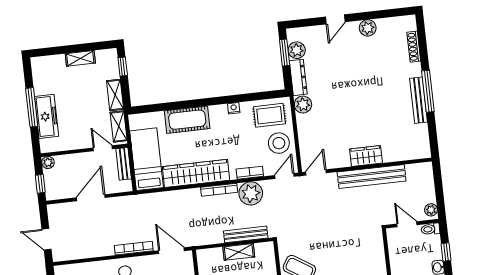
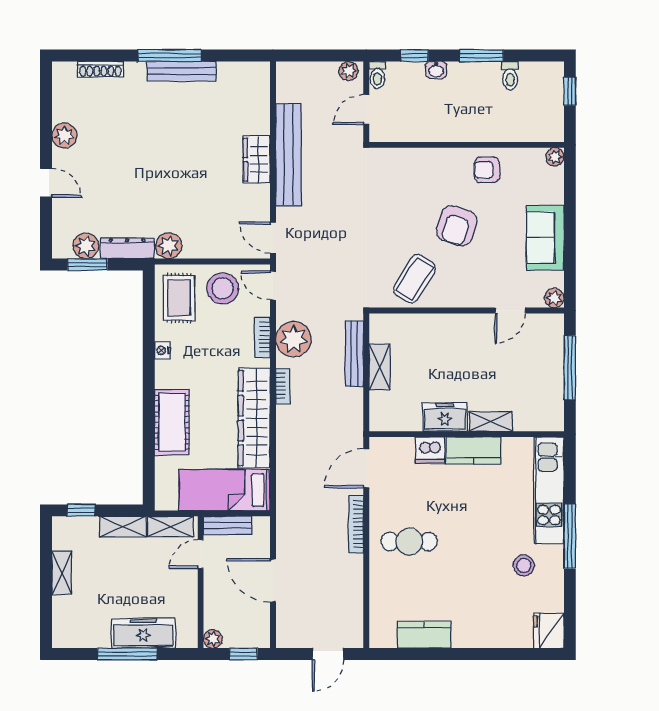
bookcase: (219, 190) -> (283, 386), width x0.64

